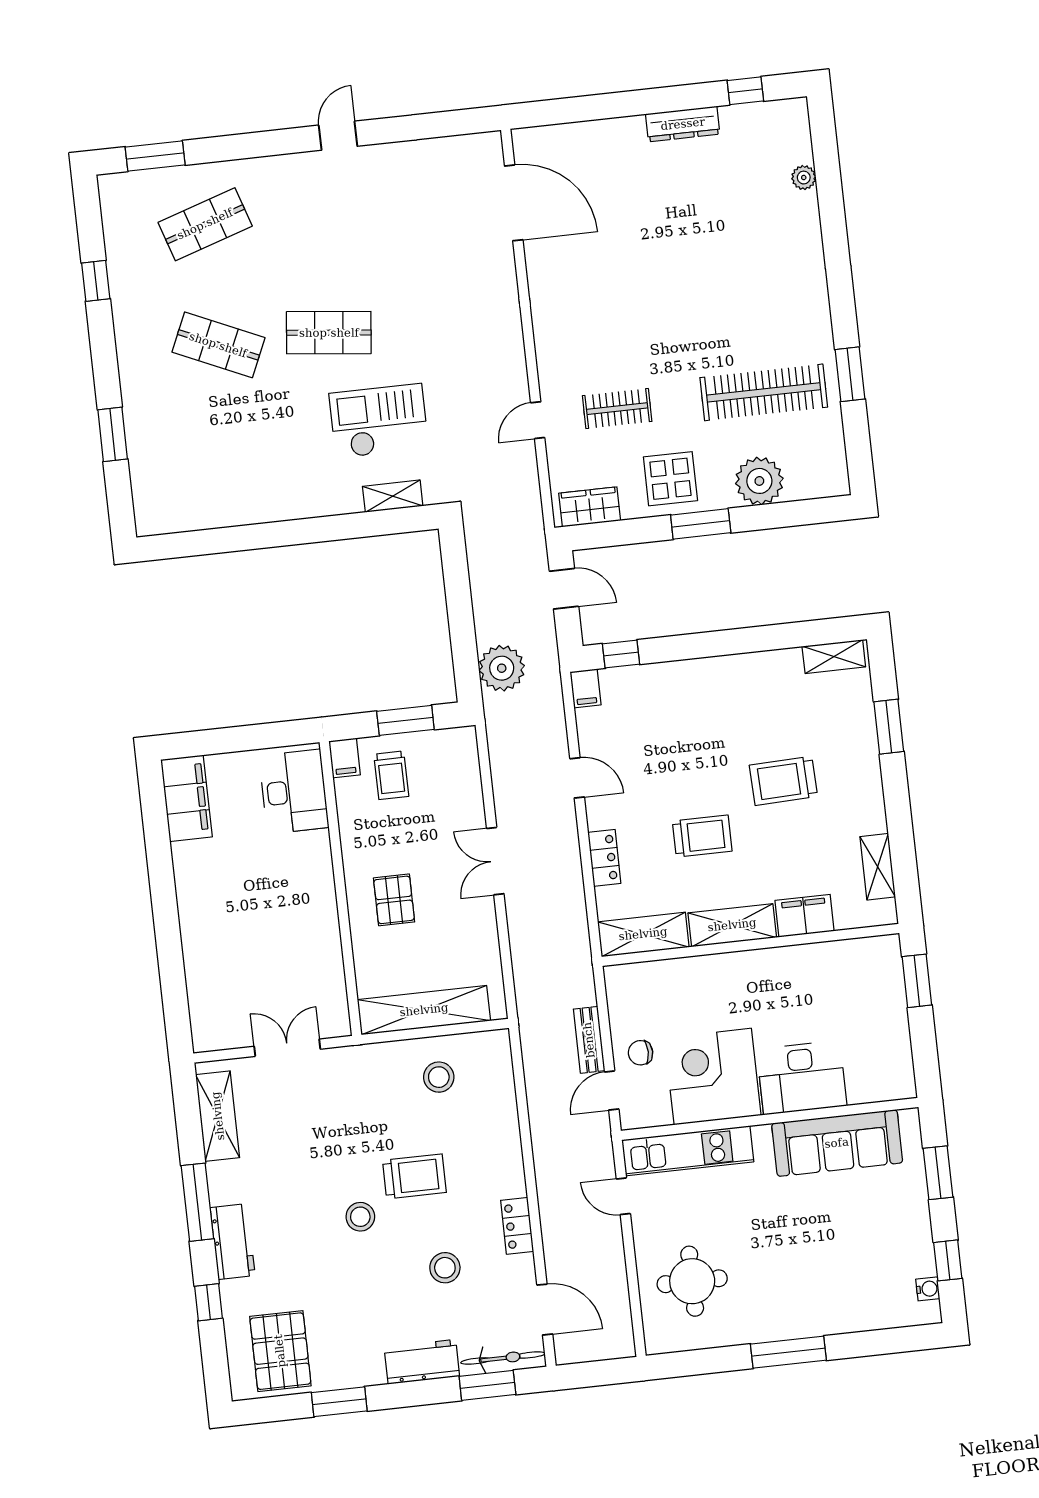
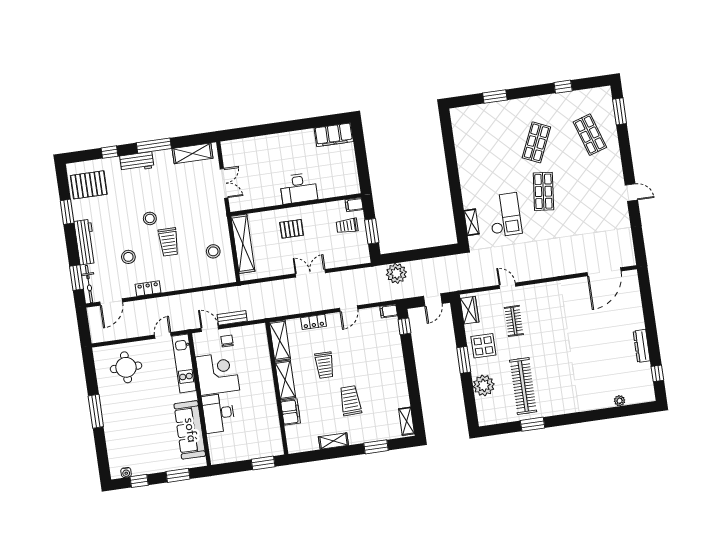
desk: (294, 792) -> (299, 188), moved
shelving: (878, 867) -> (333, 441), moved
workbench: (422, 1362) -> (85, 242), width x1.38

